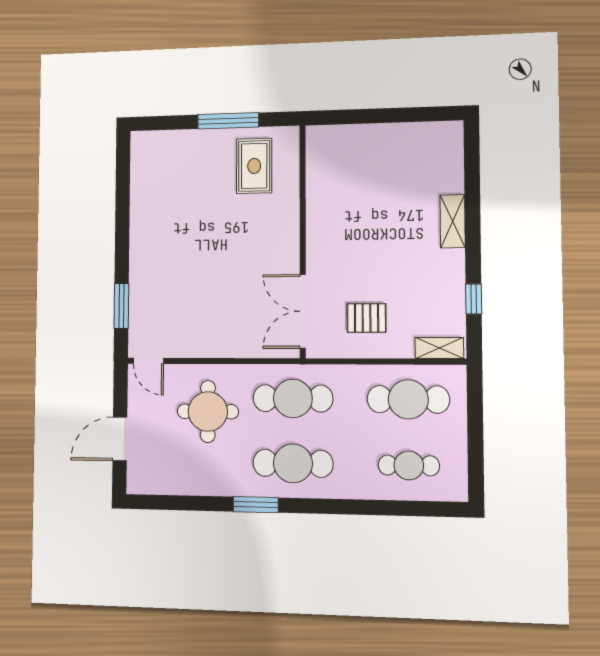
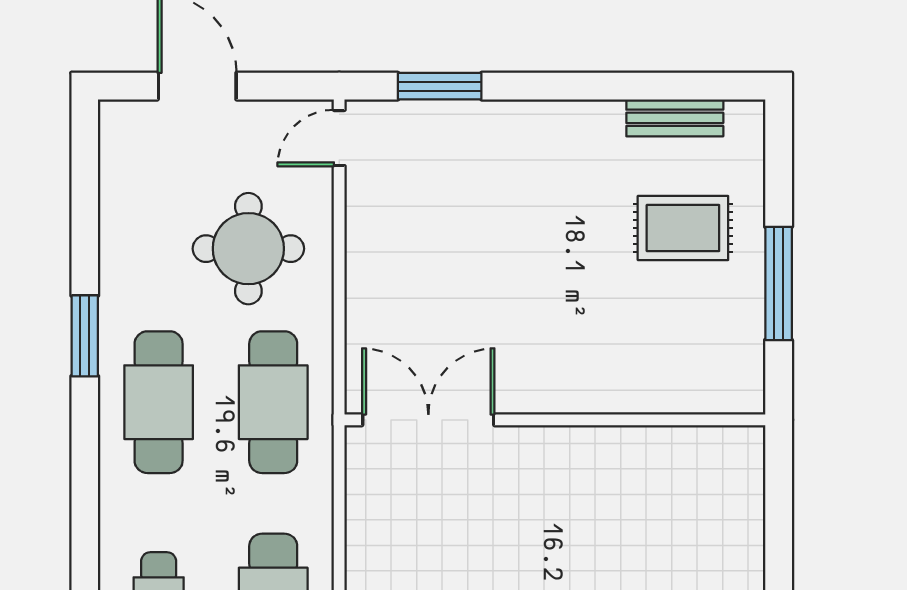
rug: (254, 166) -> (683, 228), moved
bench: (140, 179) -> (675, 118), added
pallet: (367, 318) -> (416, 533), removed

